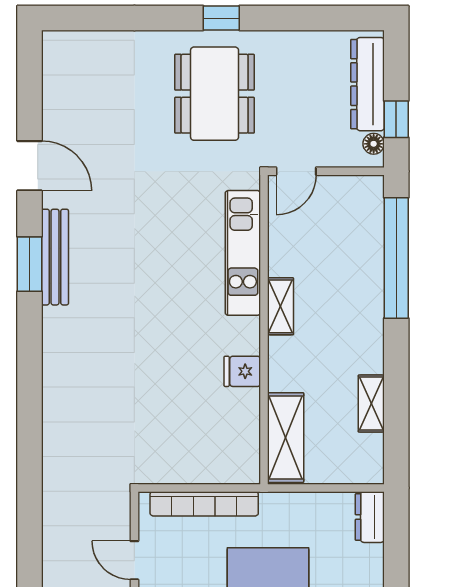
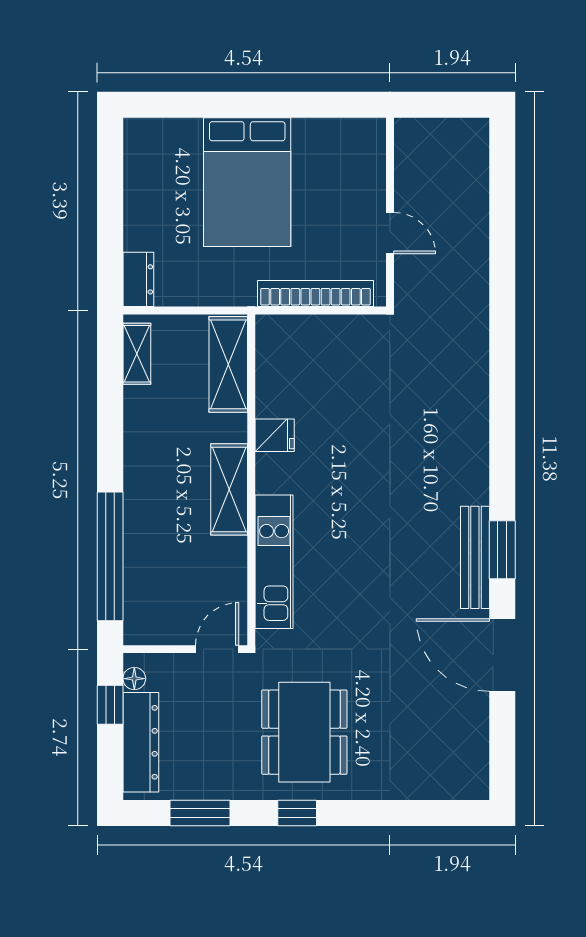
window: (312, 18) -> (200, 813), added
door: (29, 166) -> (502, 655), width x1.36
shelving: (281, 306) -> (229, 489), width x1.50, depth x1.33
shelving: (371, 404) -> (137, 354), moved

